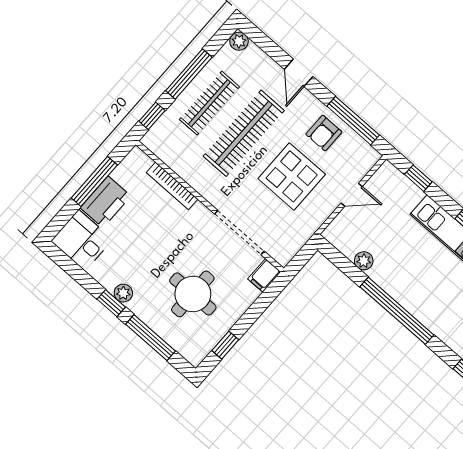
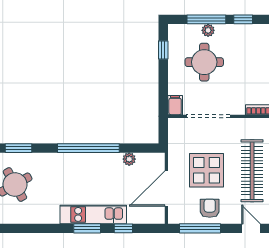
window: (418, 178) -> (123, 228), moved
door: (352, 195) -> (166, 188), width x1.88
plant: (123, 293) -> (208, 30), moved

